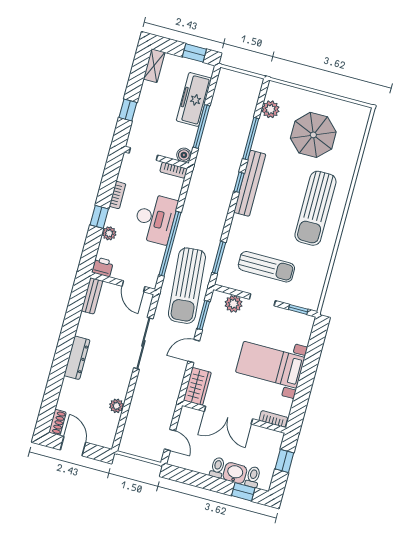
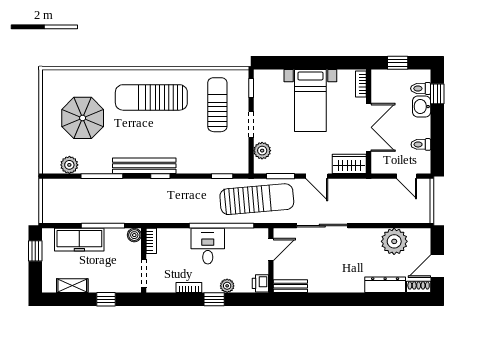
shelving: (154, 66) -> (72, 286), moved
window: (239, 182) -> (160, 176), moved
sun lounger: (315, 208) -> (151, 97), turned 180
desk: (155, 219) -> (208, 246), width x0.73
window: (219, 257) -> (222, 176), width x0.67
sun lounger: (266, 267) -> (217, 105), moved
dresser: (77, 358) -> (385, 285), moved
plant: (116, 406) -> (394, 241), width x1.87, depth x1.87
door: (170, 440) -> (407, 176), swing flipped
toilet: (217, 468) -> (421, 144), moved

